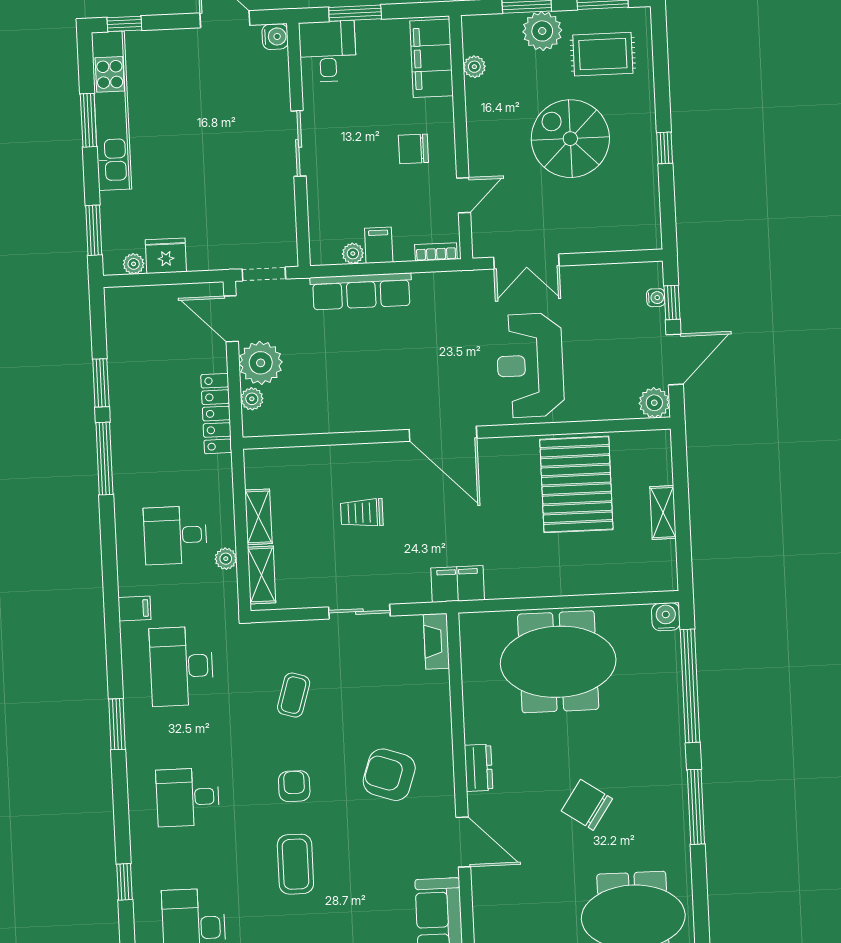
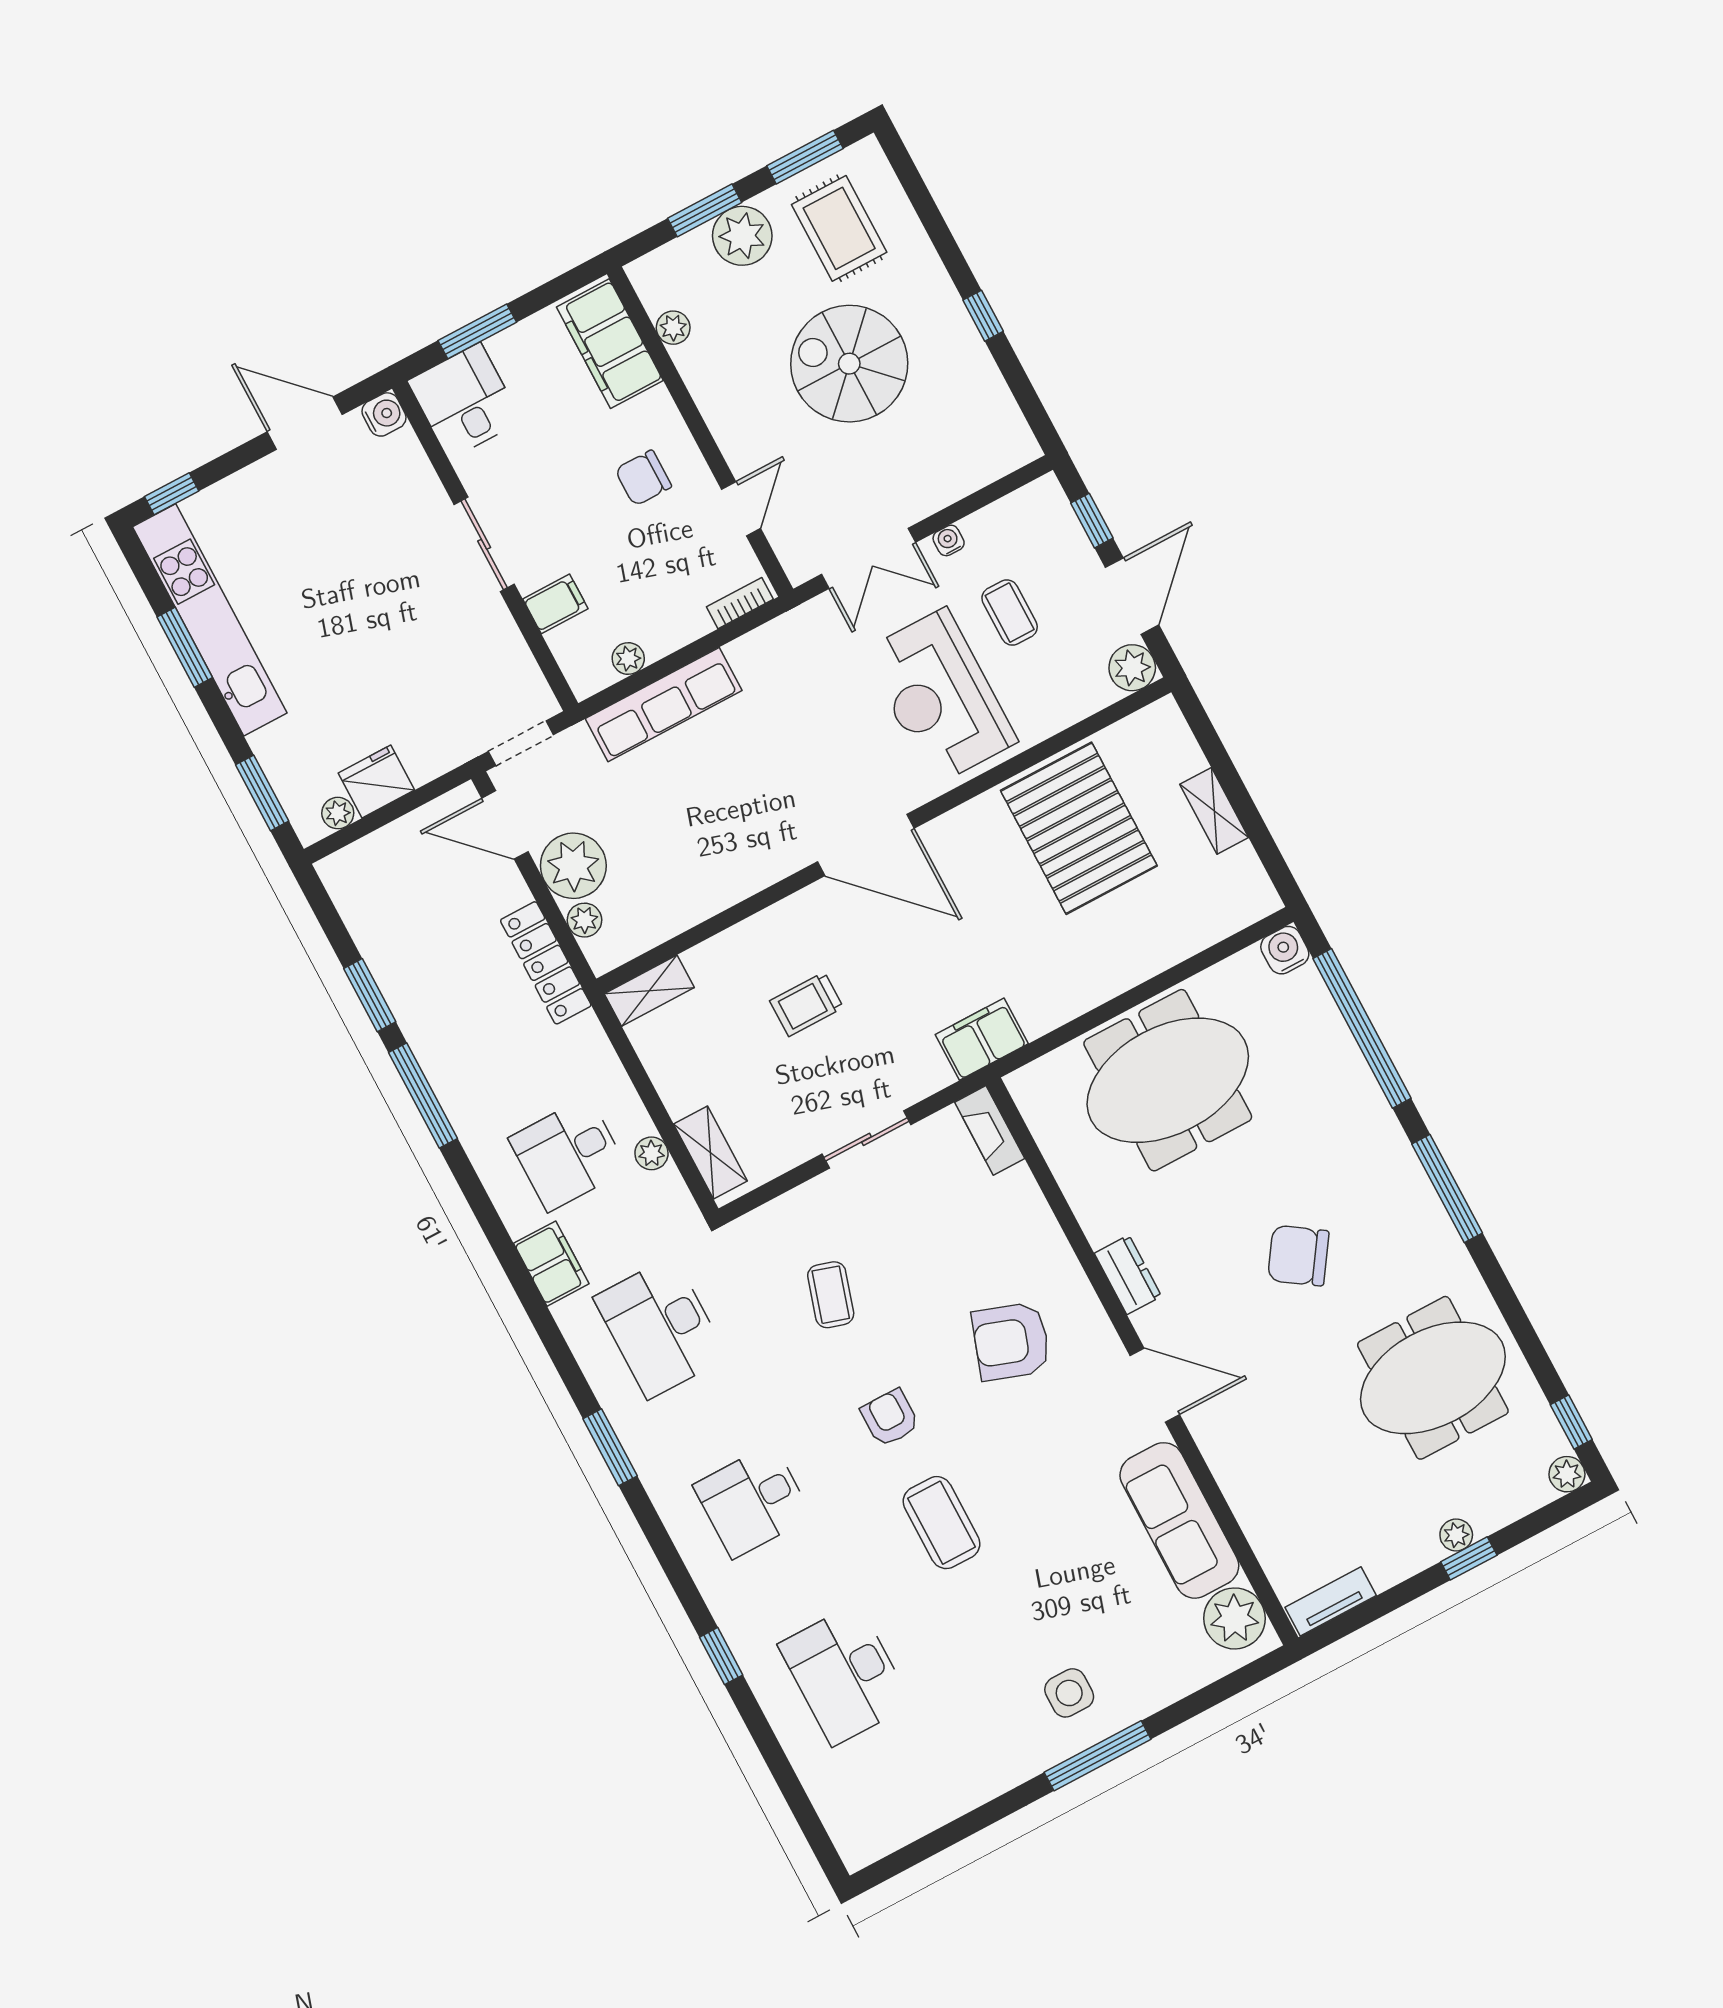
rug: (603, 54) -> (839, 228), turned 90
filing cabinet: (379, 245) -> (555, 604), moved, turned 90
water cooler: (656, 298) -> (949, 540), moved, turned -90
coffee table: (596, 334) -> (1010, 613), added
shelving: (258, 517) -> (649, 991), moved, turned 90
filing cabinet: (134, 609) -> (551, 1264), width x2.00

